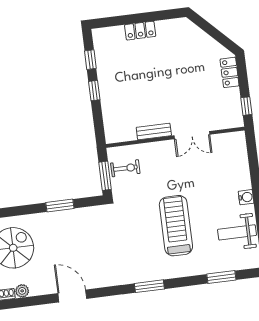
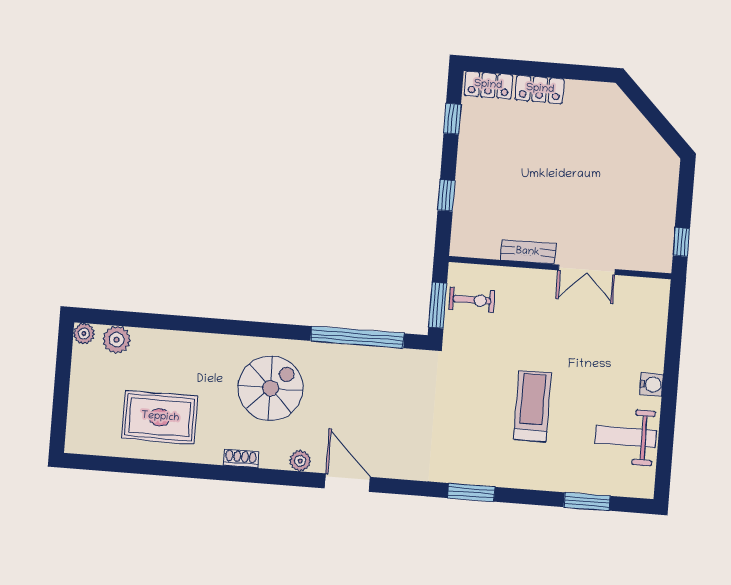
locker: (230, 72) -> (488, 85), moved, turned -90
window: (94, 91) -> (446, 195), moved
window: (60, 205) -> (357, 337), width x2.11
treadmill: (176, 226) -> (532, 406), width x0.73, depth x0.73
plant: (22, 291) -> (300, 461), moved

